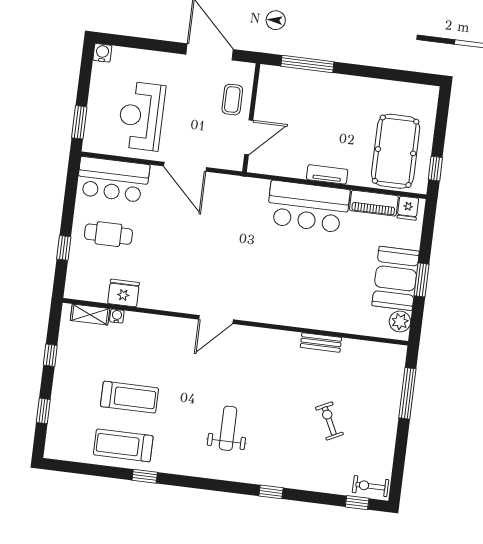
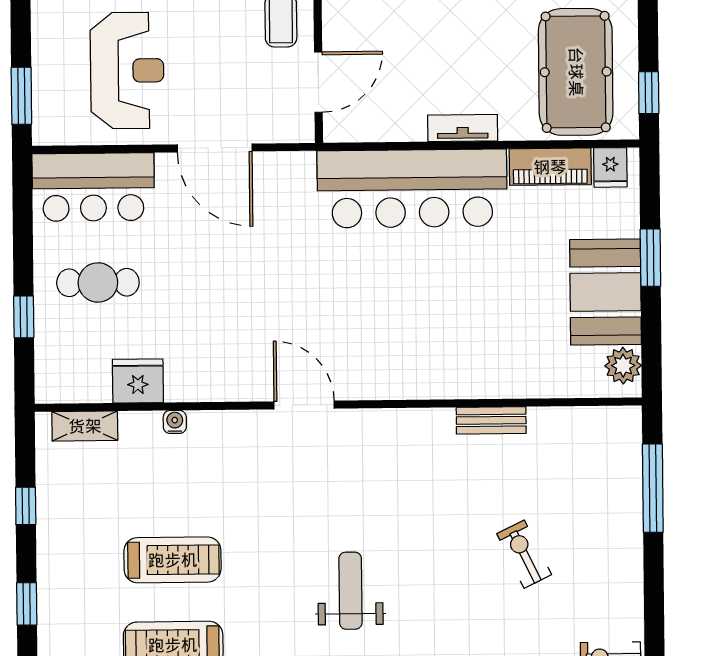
reception desk: (141, 116) -> (127, 71), turned 180
bar counter: (308, 207) -> (412, 188), width x1.36
window: (422, 280) -> (650, 258), moved
water cooler: (117, 316) -> (175, 422), moved
door: (216, 319) -> (304, 405), swing flipped

